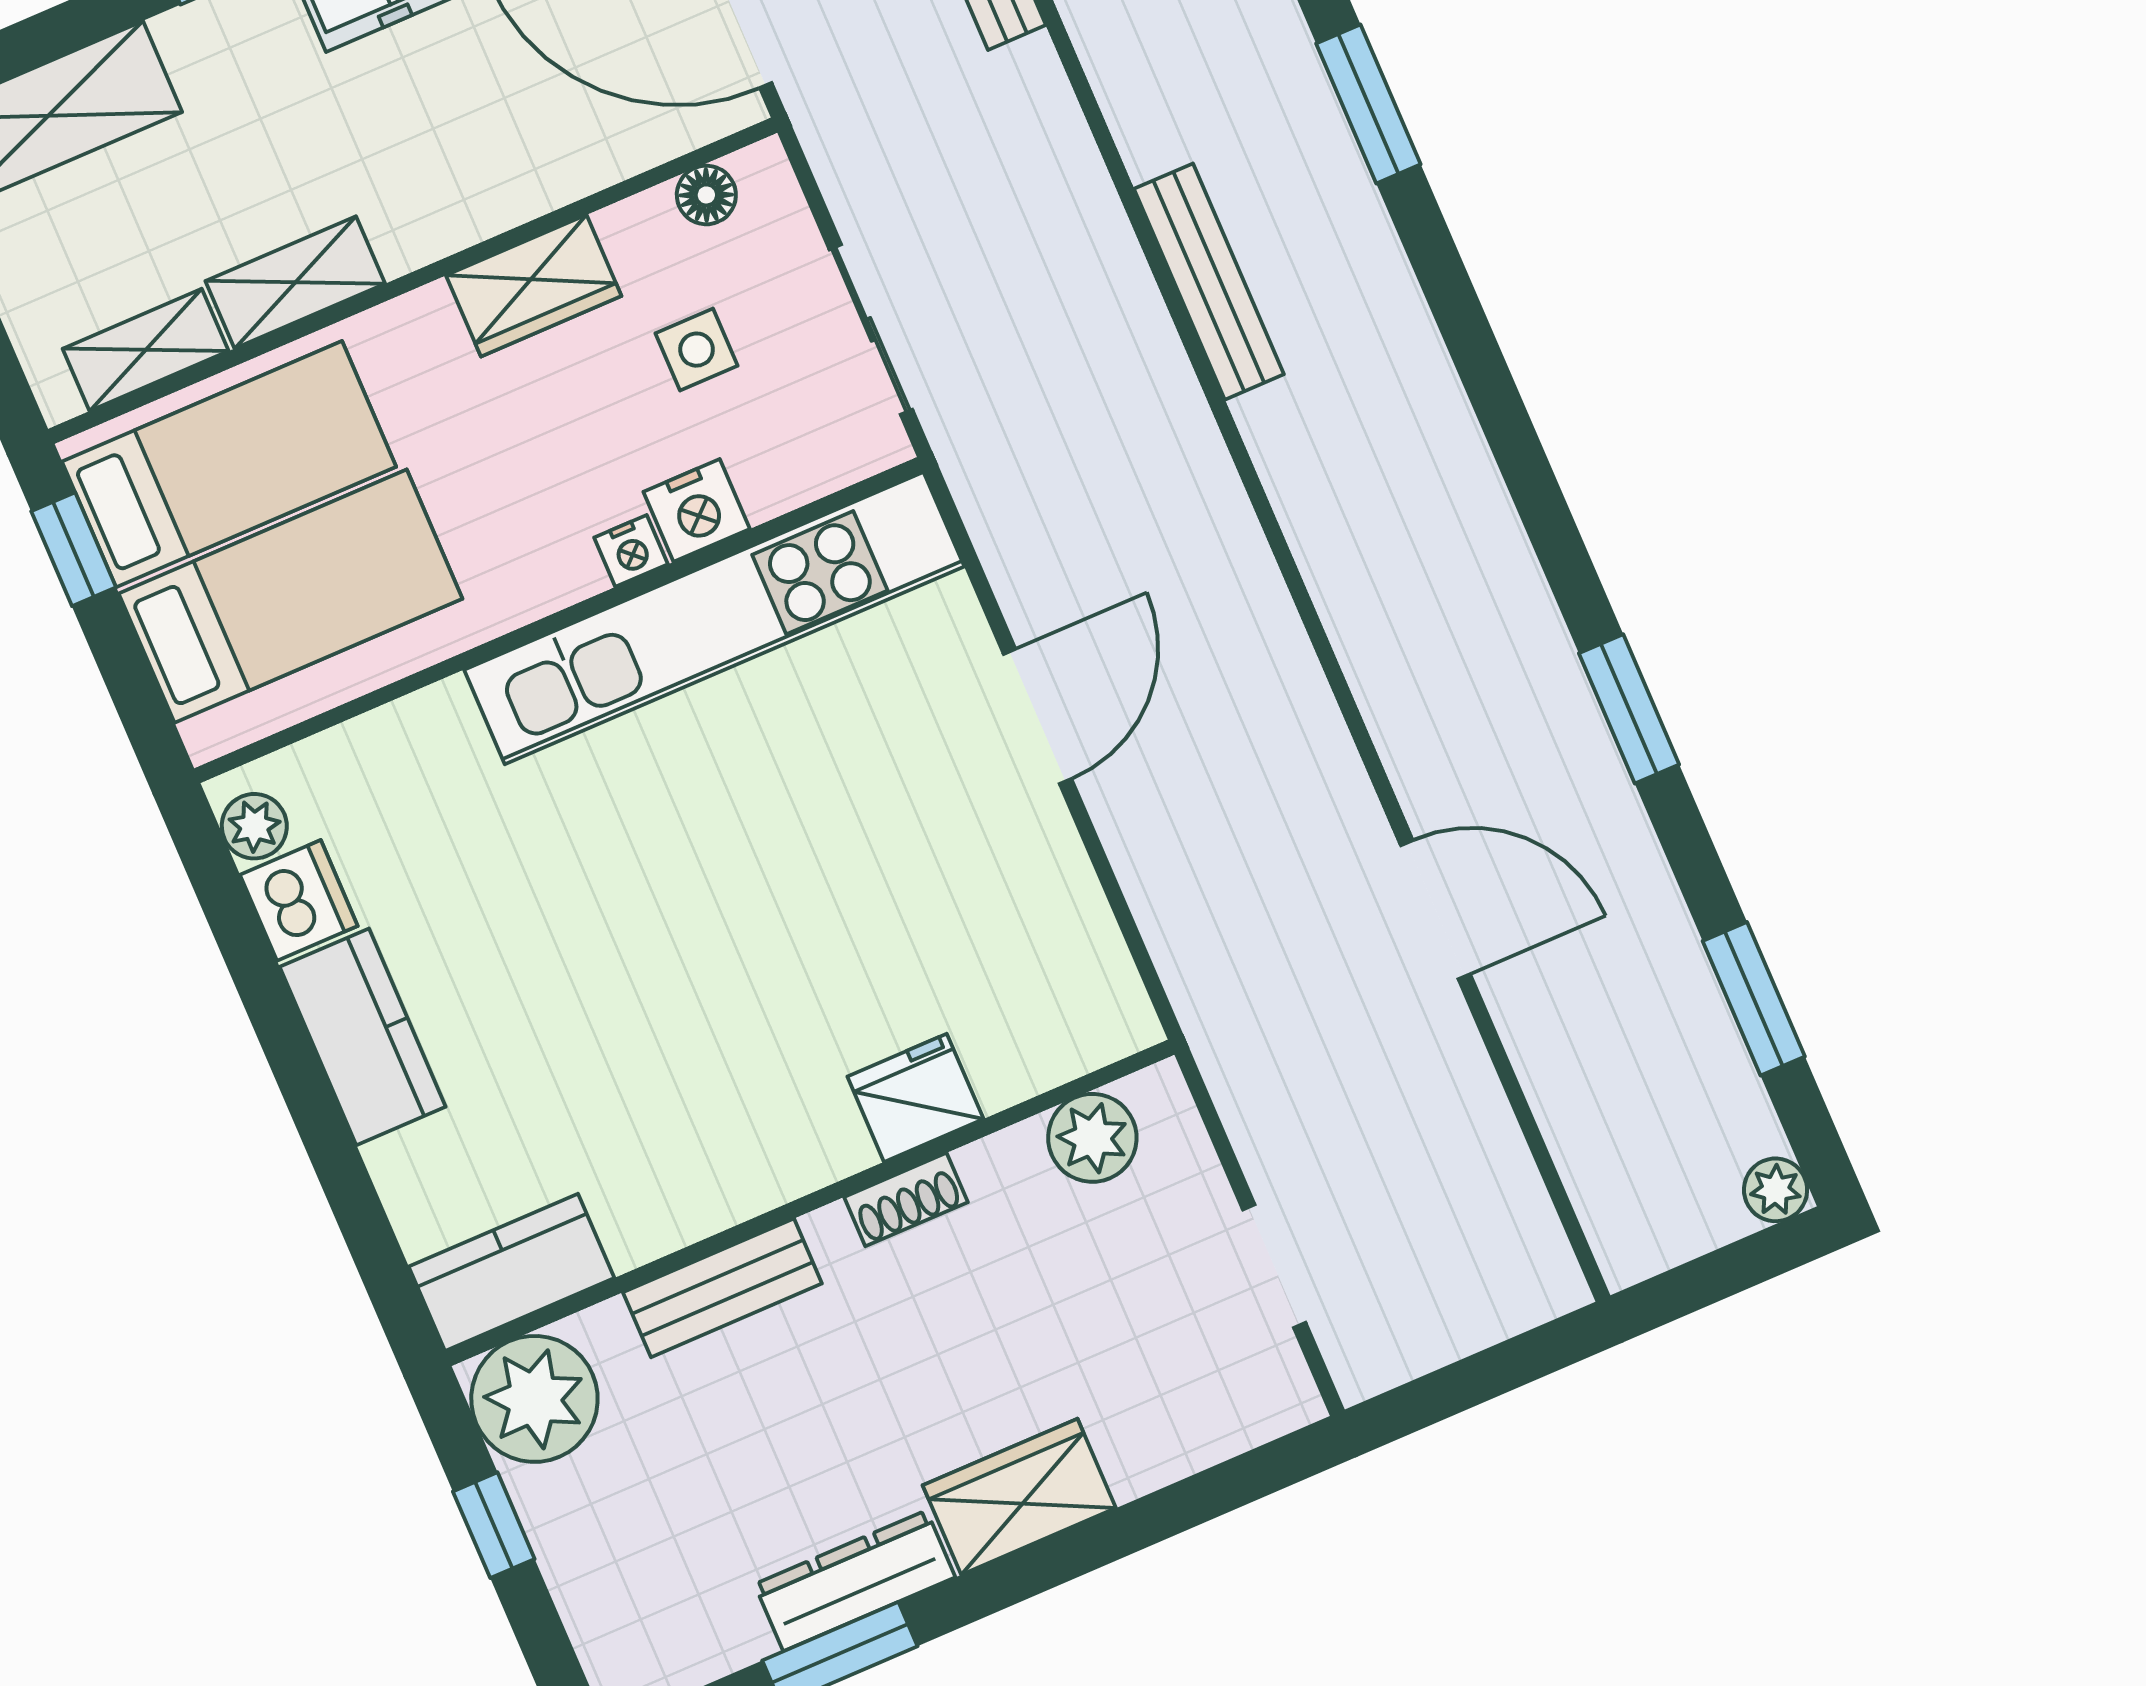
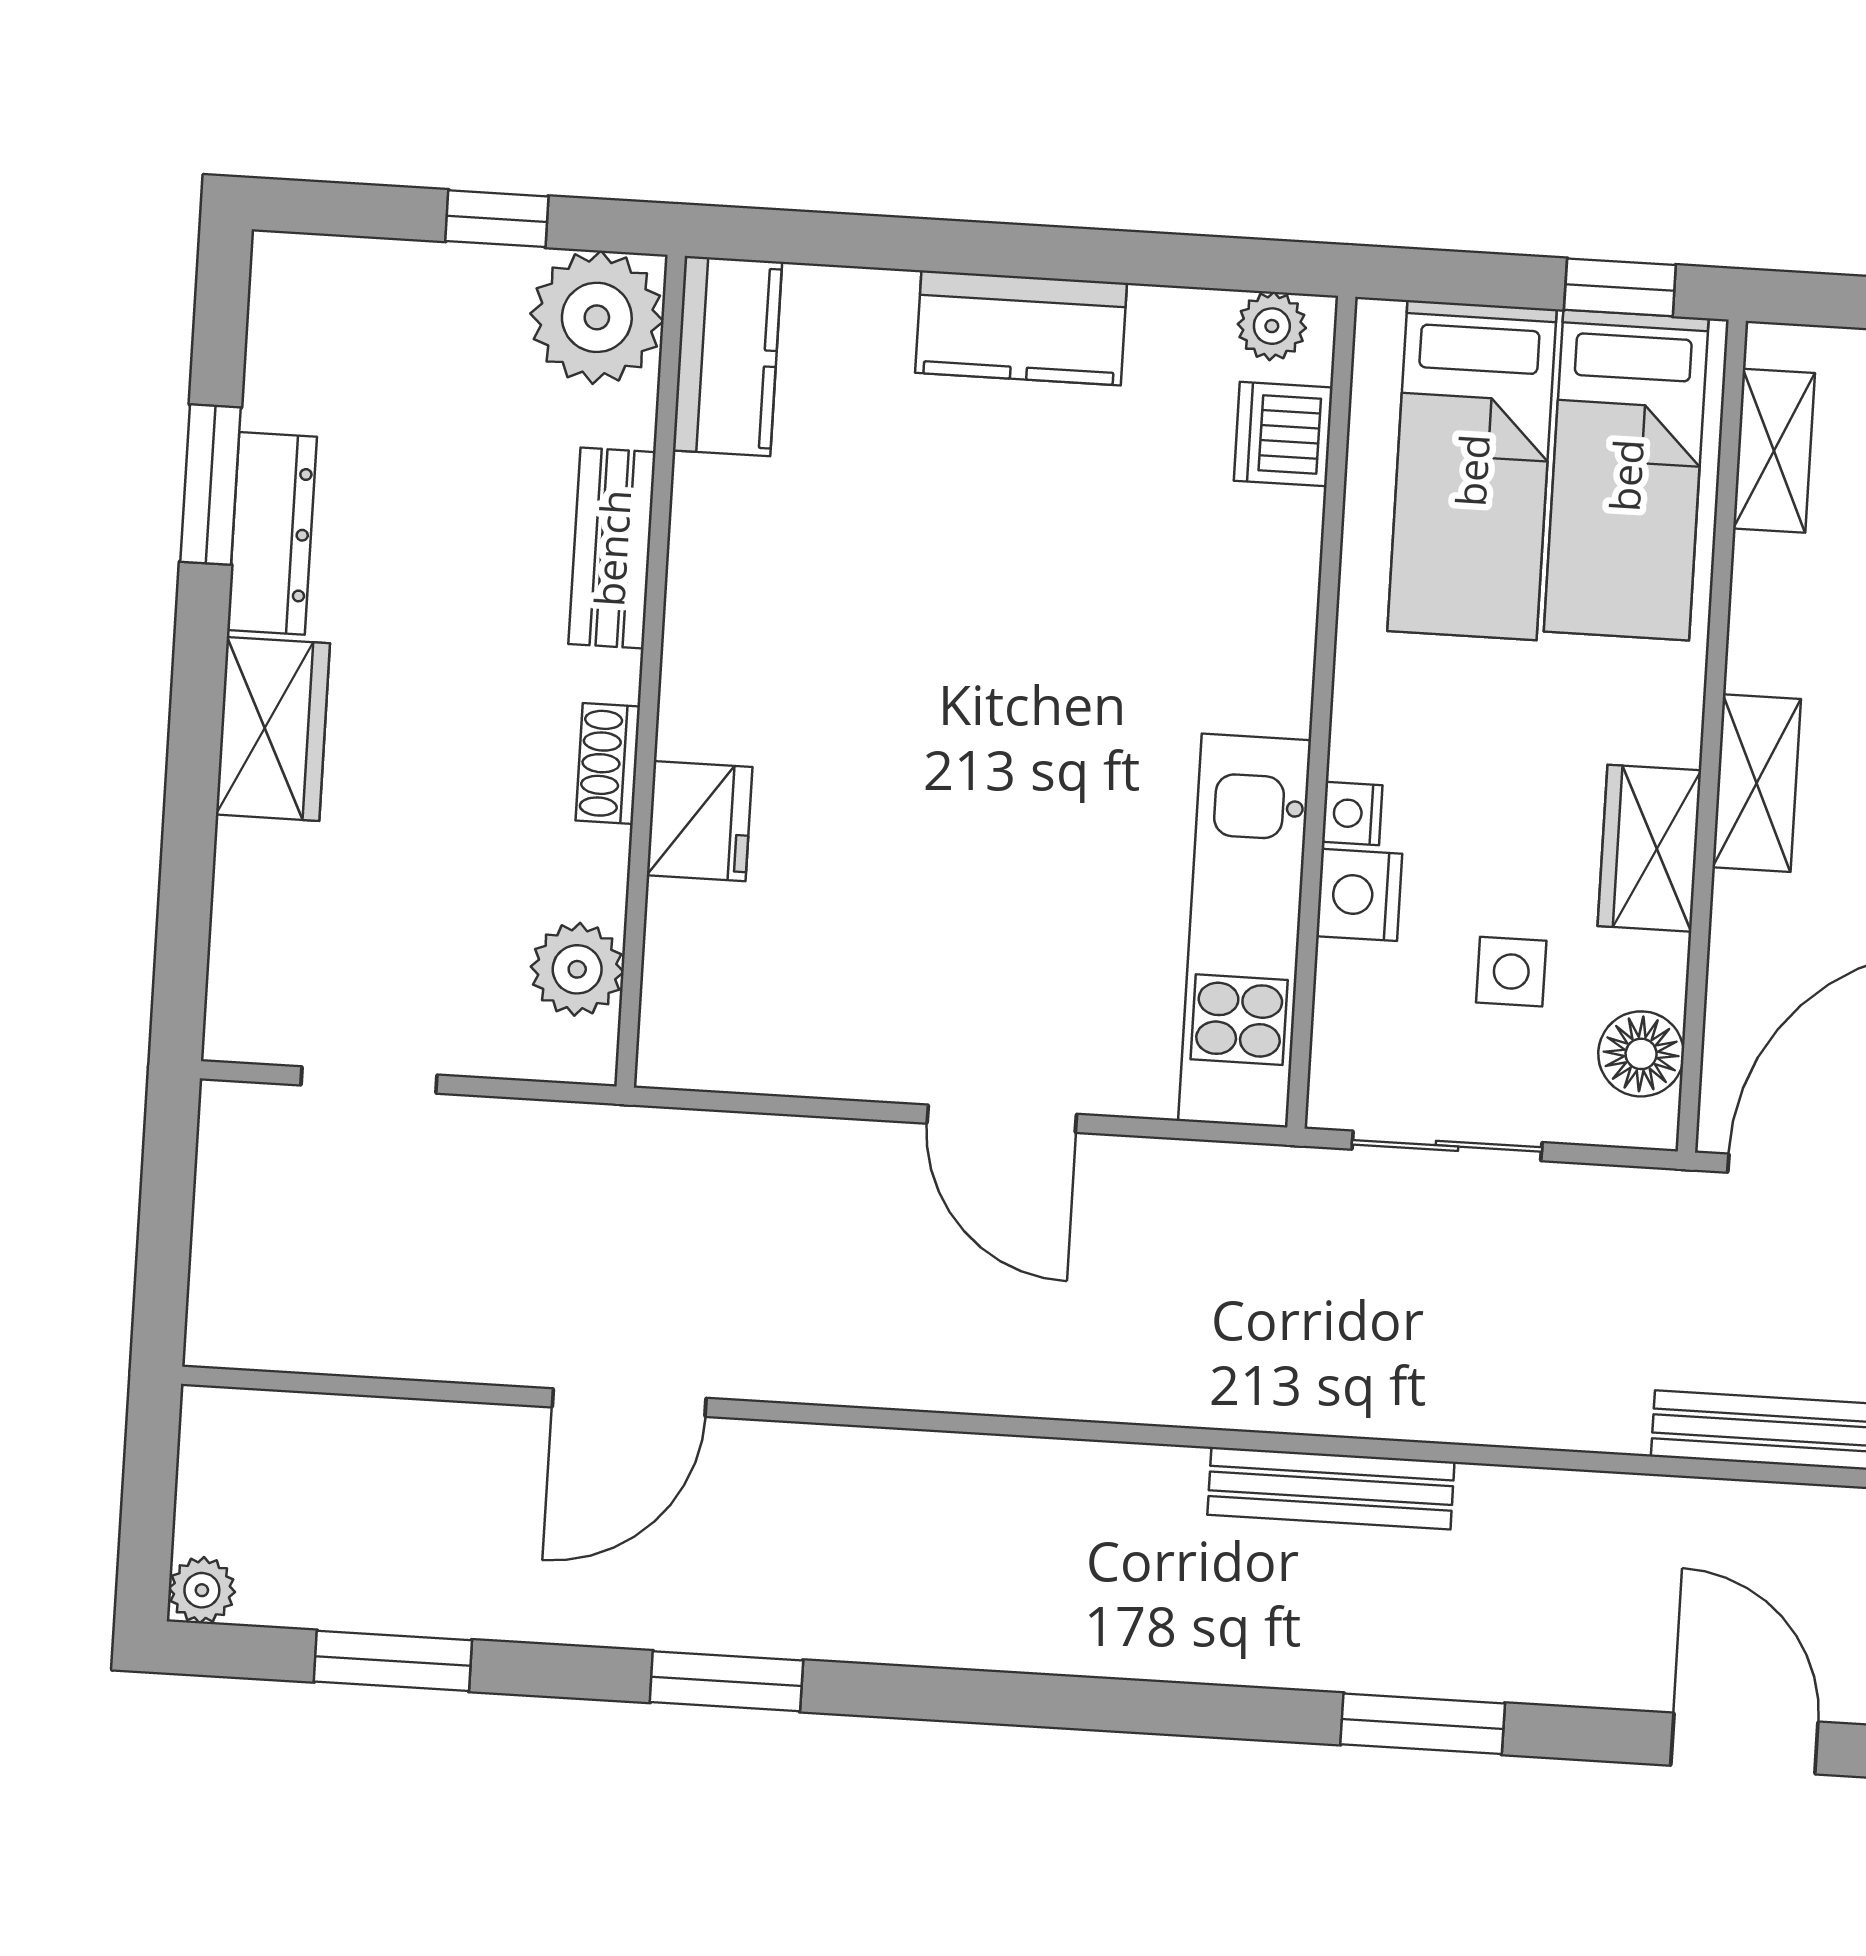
floor lamp: (706, 195) -> (1641, 1054), width x1.37, depth x1.37
shelving: (295, 282) -> (1757, 783), moved
kitchen unit: (714, 618) -> (1245, 930), width x0.73
dishwasher: (299, 900) -> (1283, 434), moved, turned 90

